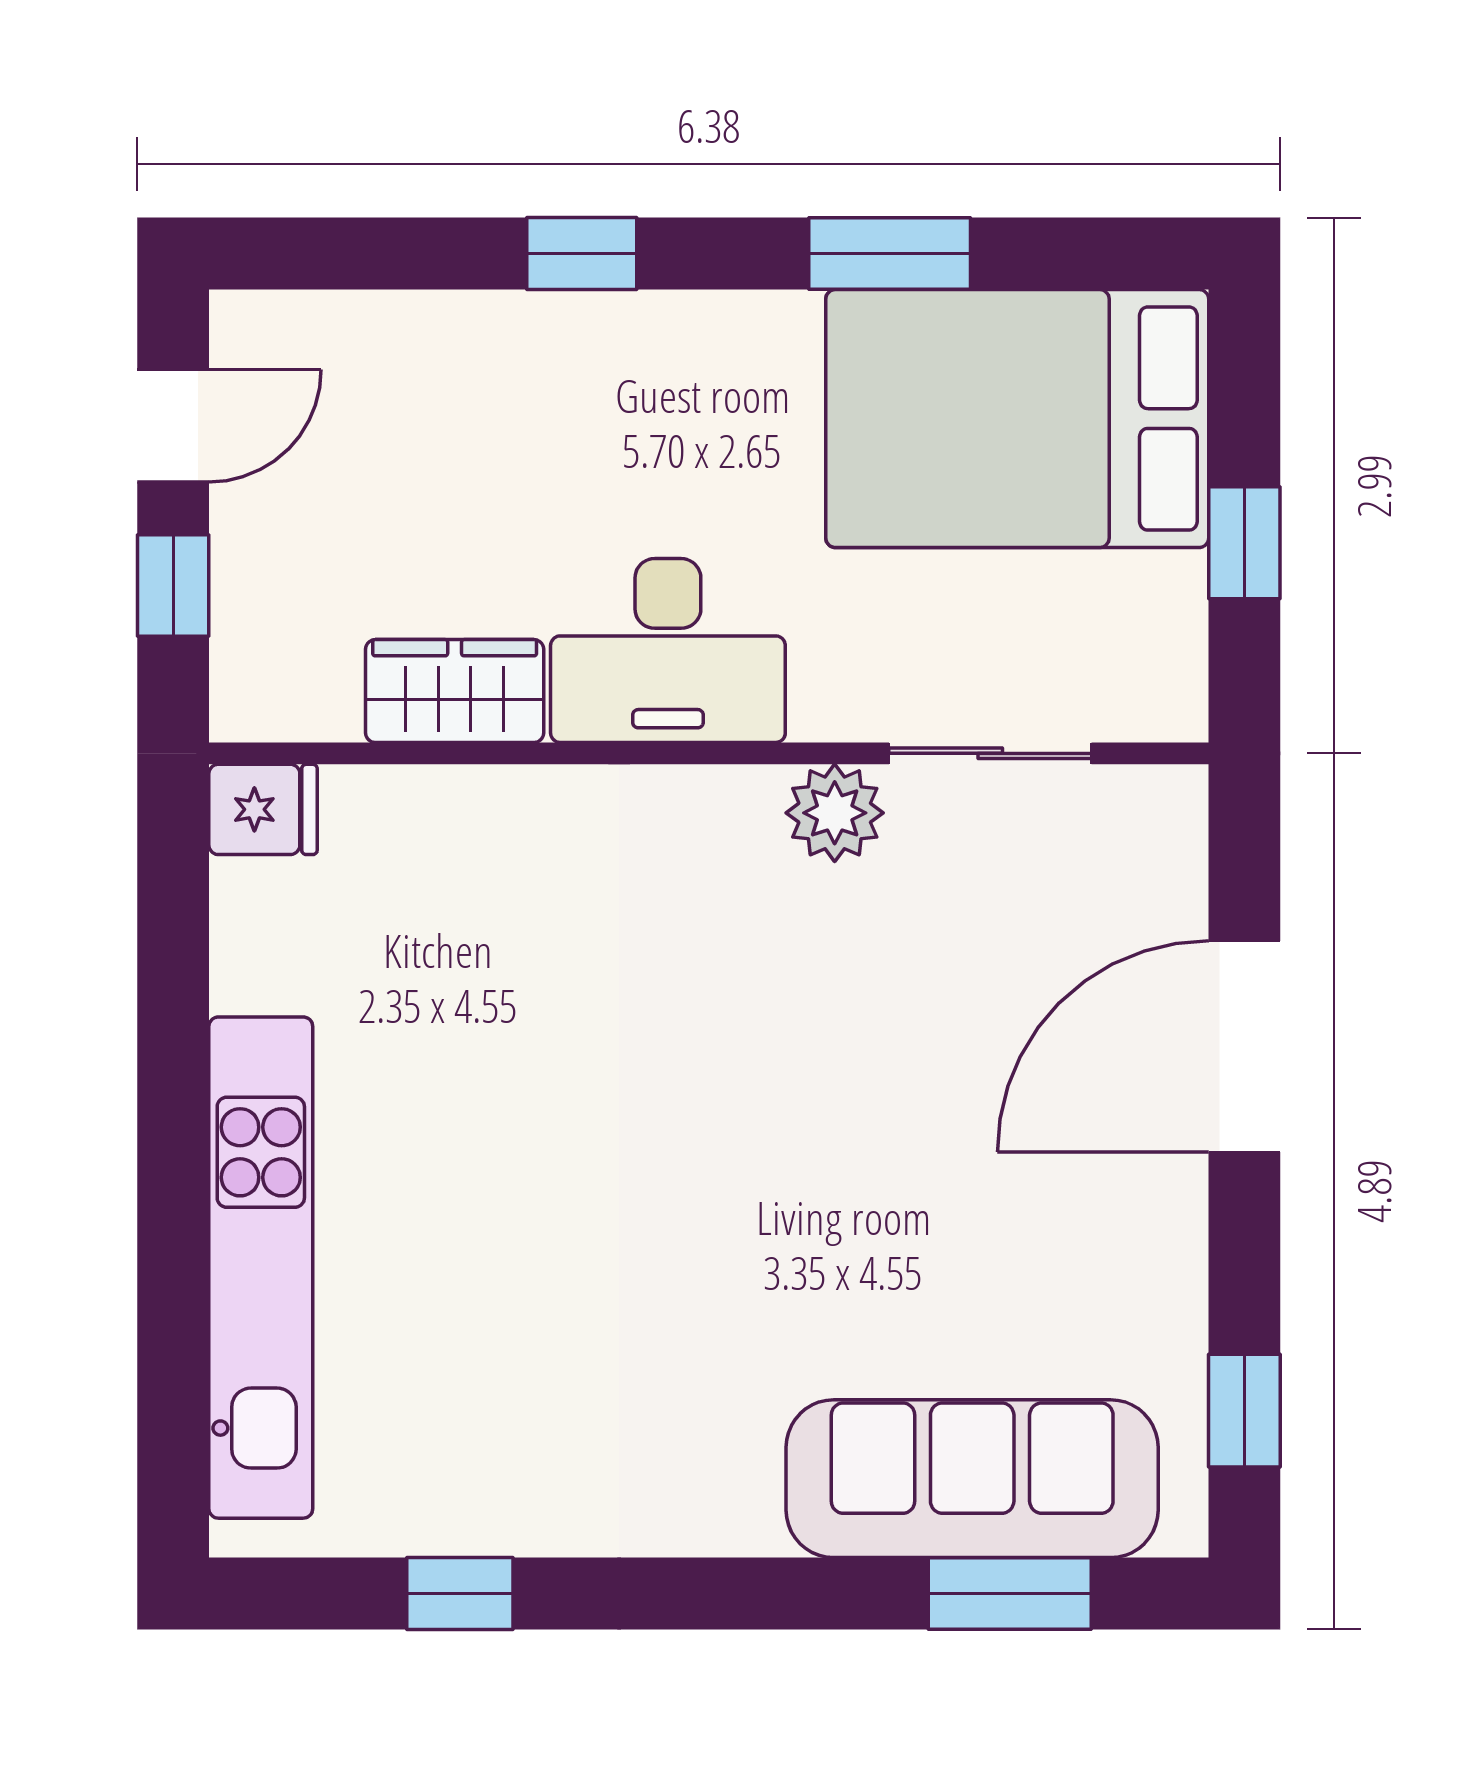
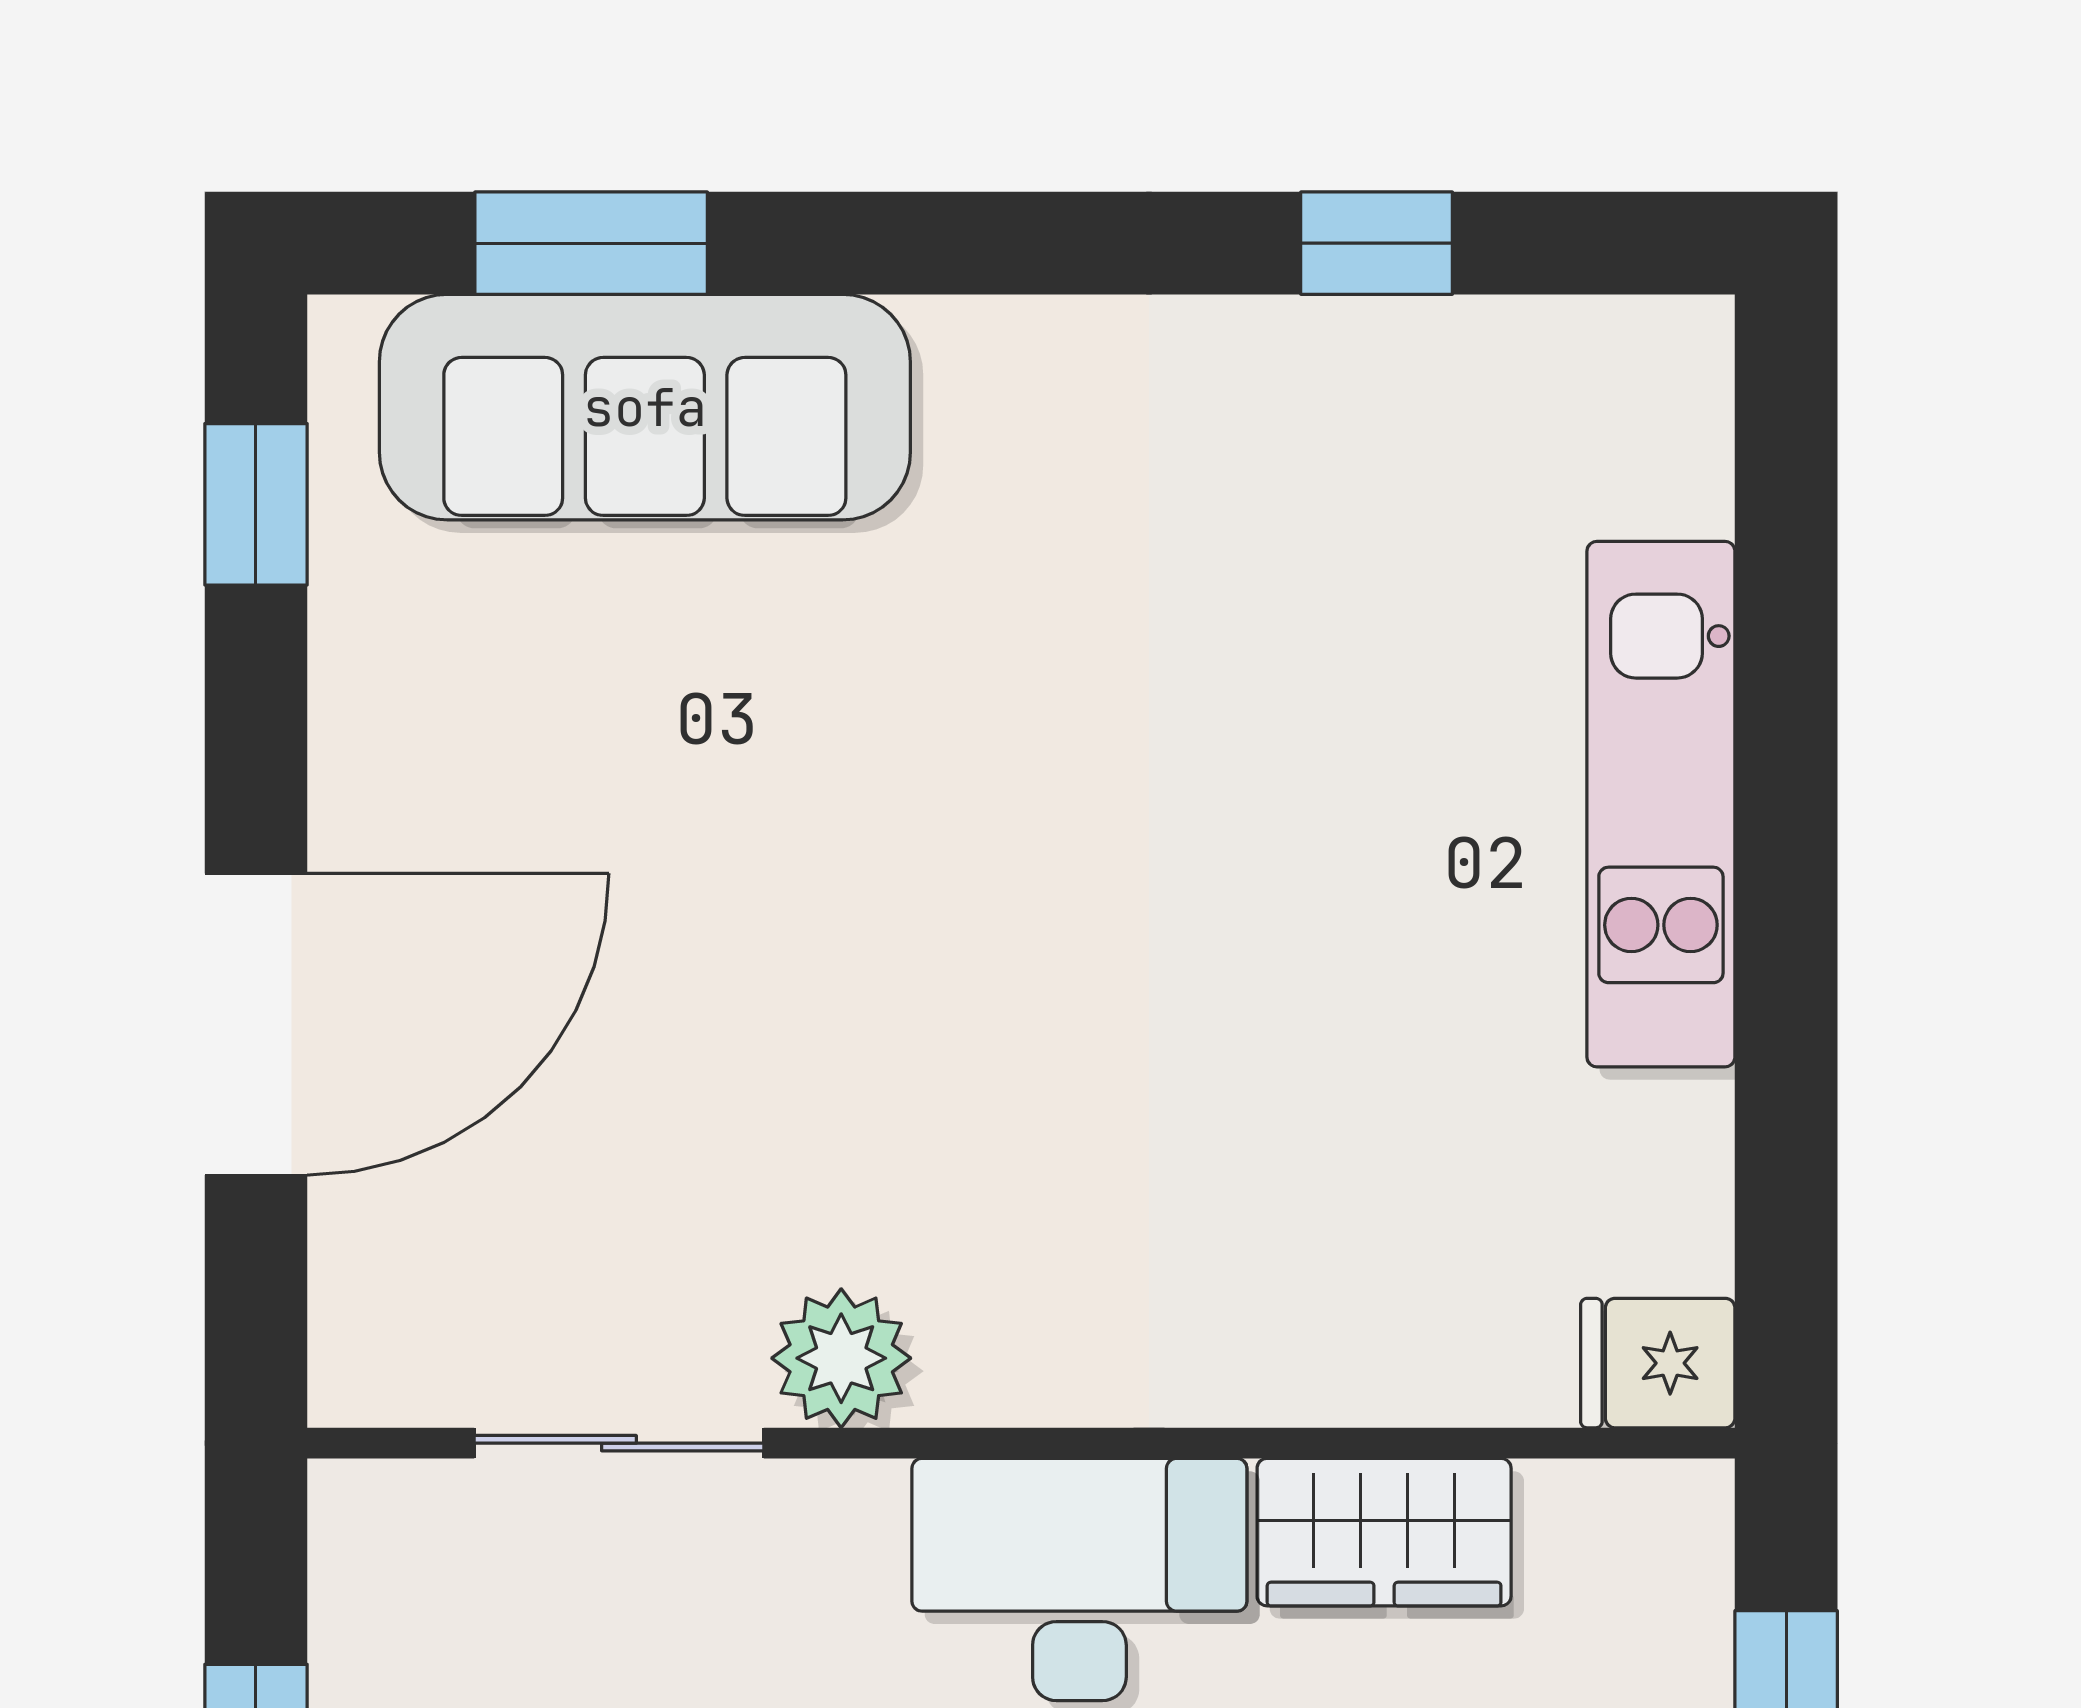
kitchen unit: (261, 1268) -> (1661, 804), width x0.73

